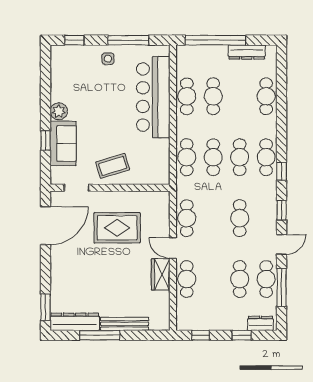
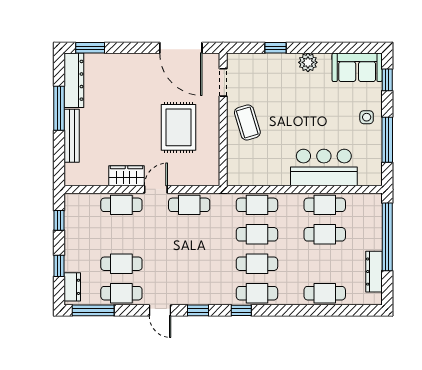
bar counter: (153, 97) -> (324, 168), width x0.73
sofa: (63, 144) -> (357, 67), moved
cafe table: (240, 218) -> (189, 264), removed
window: (282, 287) -> (93, 310), moved

